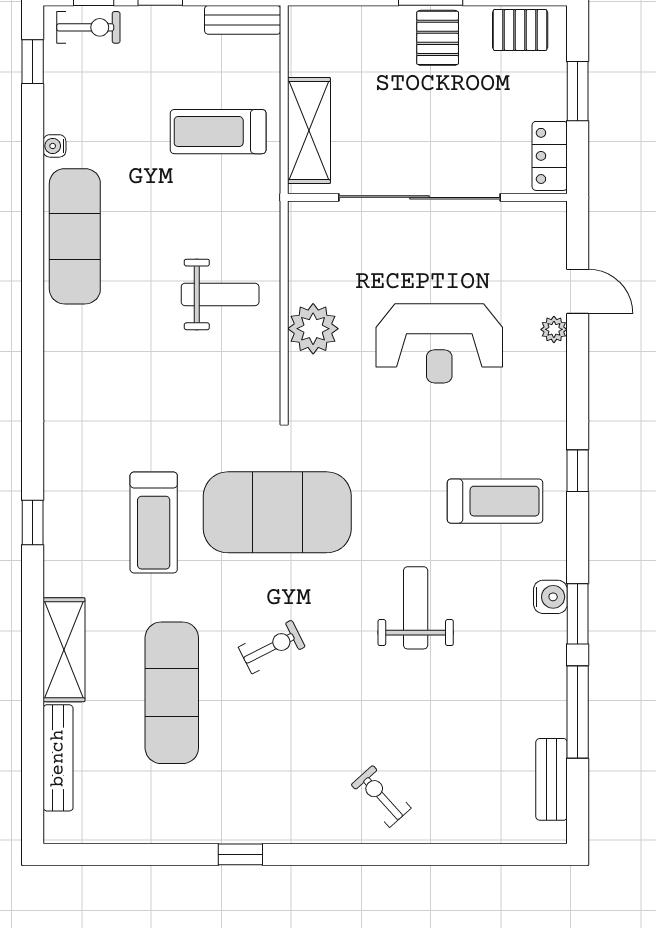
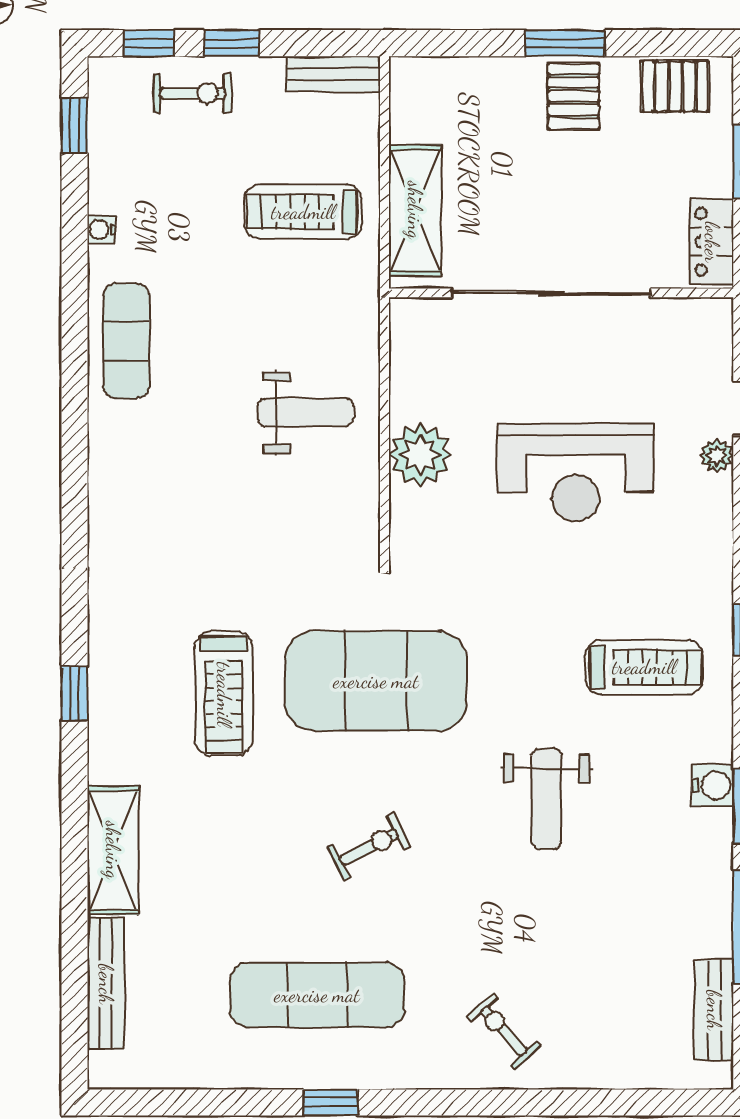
exercise bike: (88, 27) -> (193, 93), moved
exercise mat: (75, 236) -> (126, 341), width x0.73, depth x0.69
weight bench: (416, 608) -> (546, 799), turned 180
exercise mat: (172, 693) -> (317, 995), moved, turned 90

